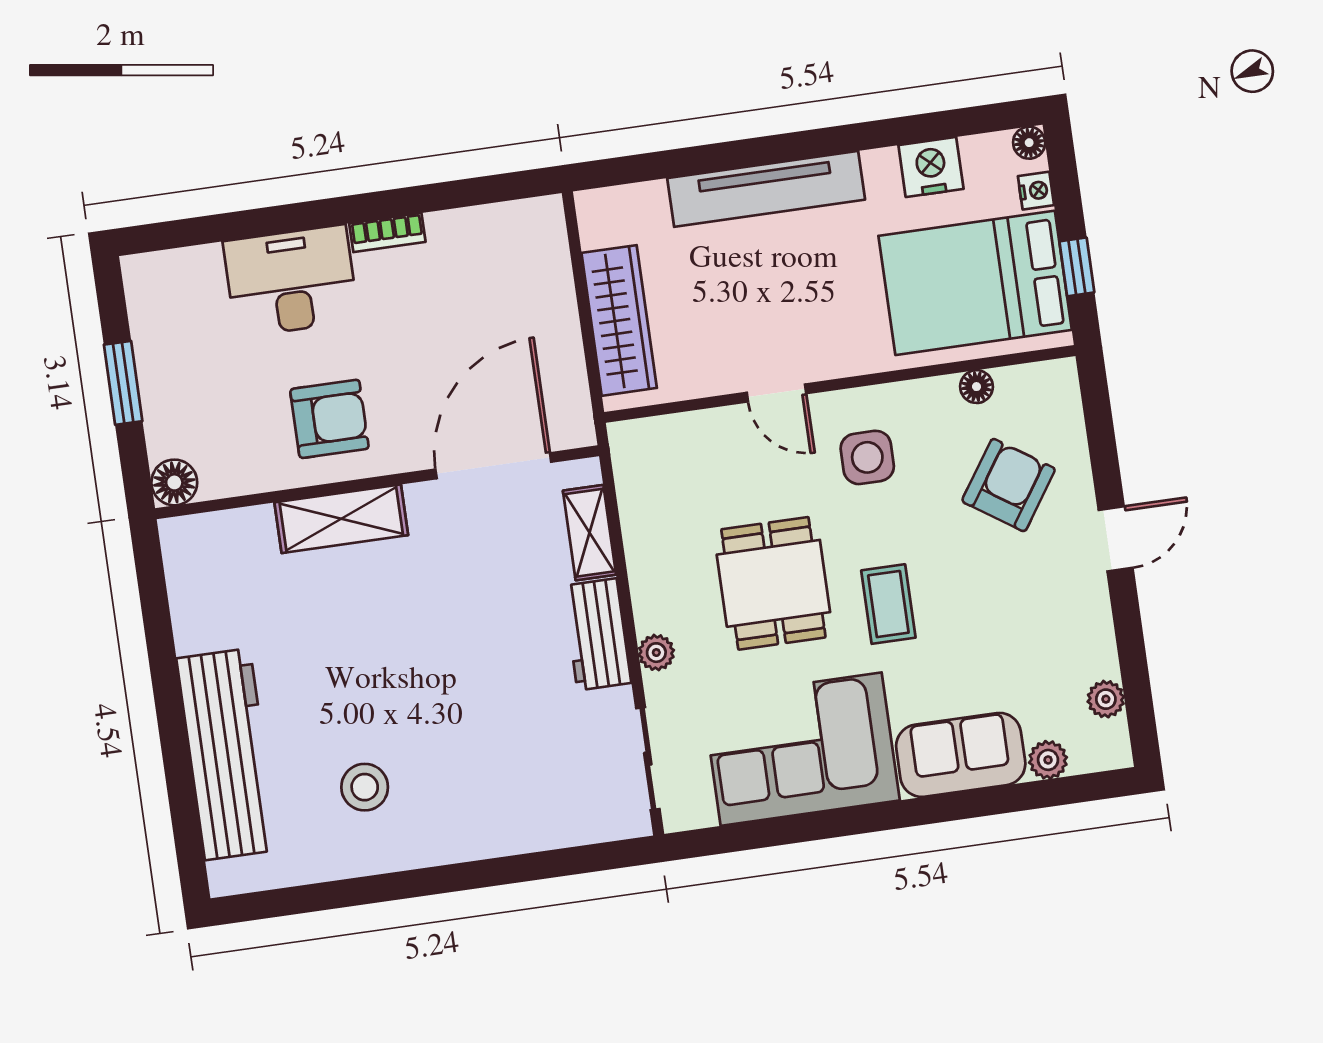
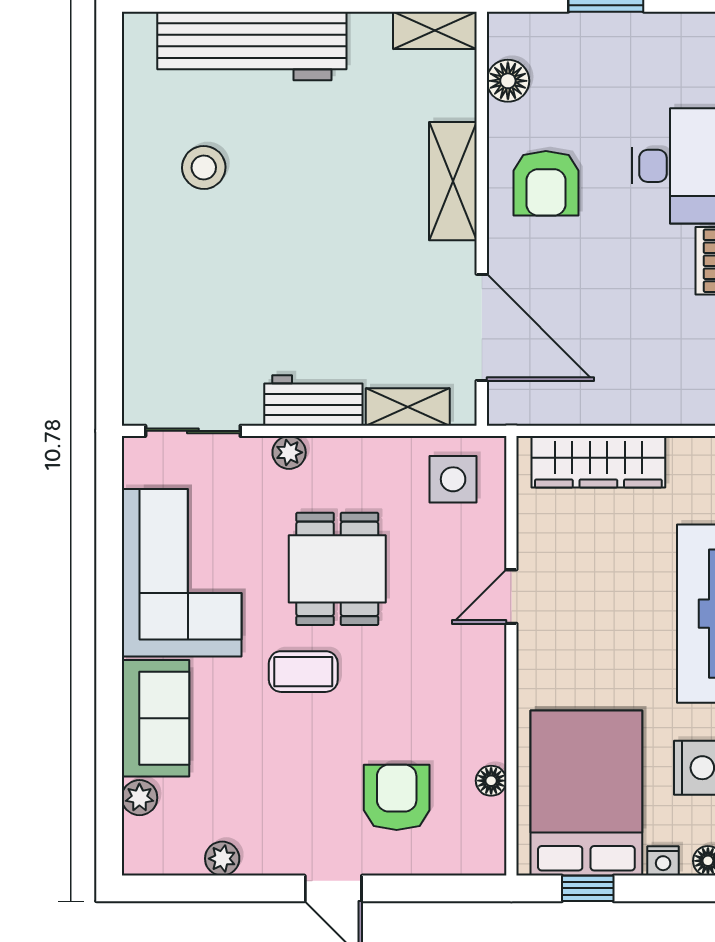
side table: (867, 457) -> (453, 479), moved
floor lamp: (174, 482) -> (508, 81), moved
armchair: (1009, 485) -> (397, 797), turned -124
shelving: (183, 561) -> (435, 30), added
dining table: (773, 583) -> (337, 569), turned 90
plant: (1106, 699) -> (222, 859), moved

